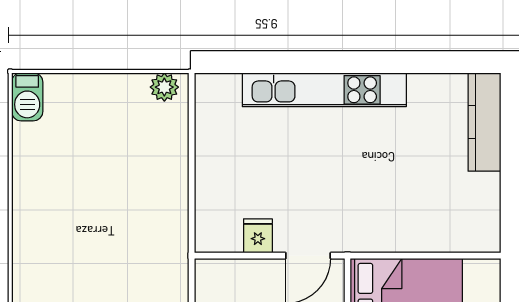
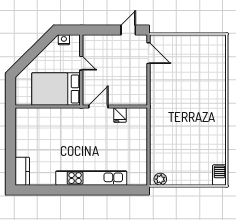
kitchen counter: (484, 122) -> (22, 171), width x0.67

